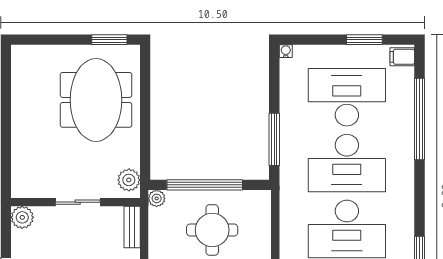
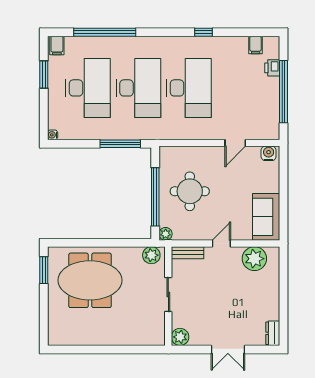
desk: (347, 97) -> (88, 88), turned 180

